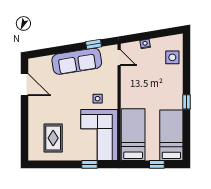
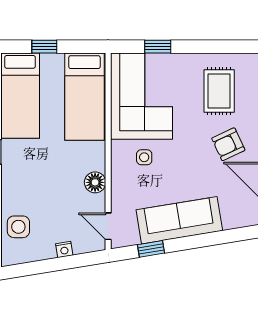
floor lamp: (127, 84) -> (95, 182), added
armchair: (48, 106) -> (228, 144), added

